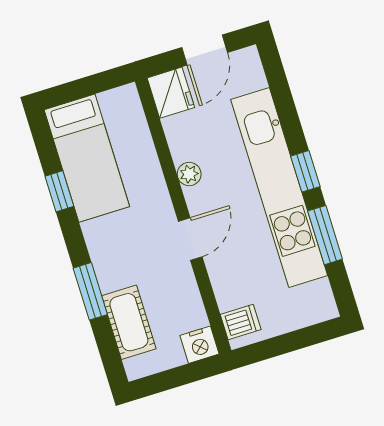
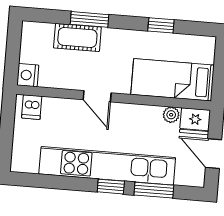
bed: (87, 158) -> (173, 80), moved
plant: (189, 174) -> (171, 115), moved
window: (325, 235) -> (154, 190), moved
cot: (129, 322) -> (77, 38), moved

